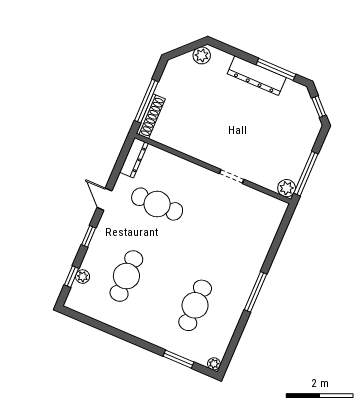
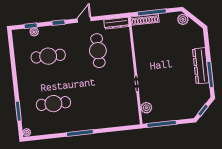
plant: (202, 55) -> (183, 19), moved
plant: (287, 188) -> (146, 108), moved

